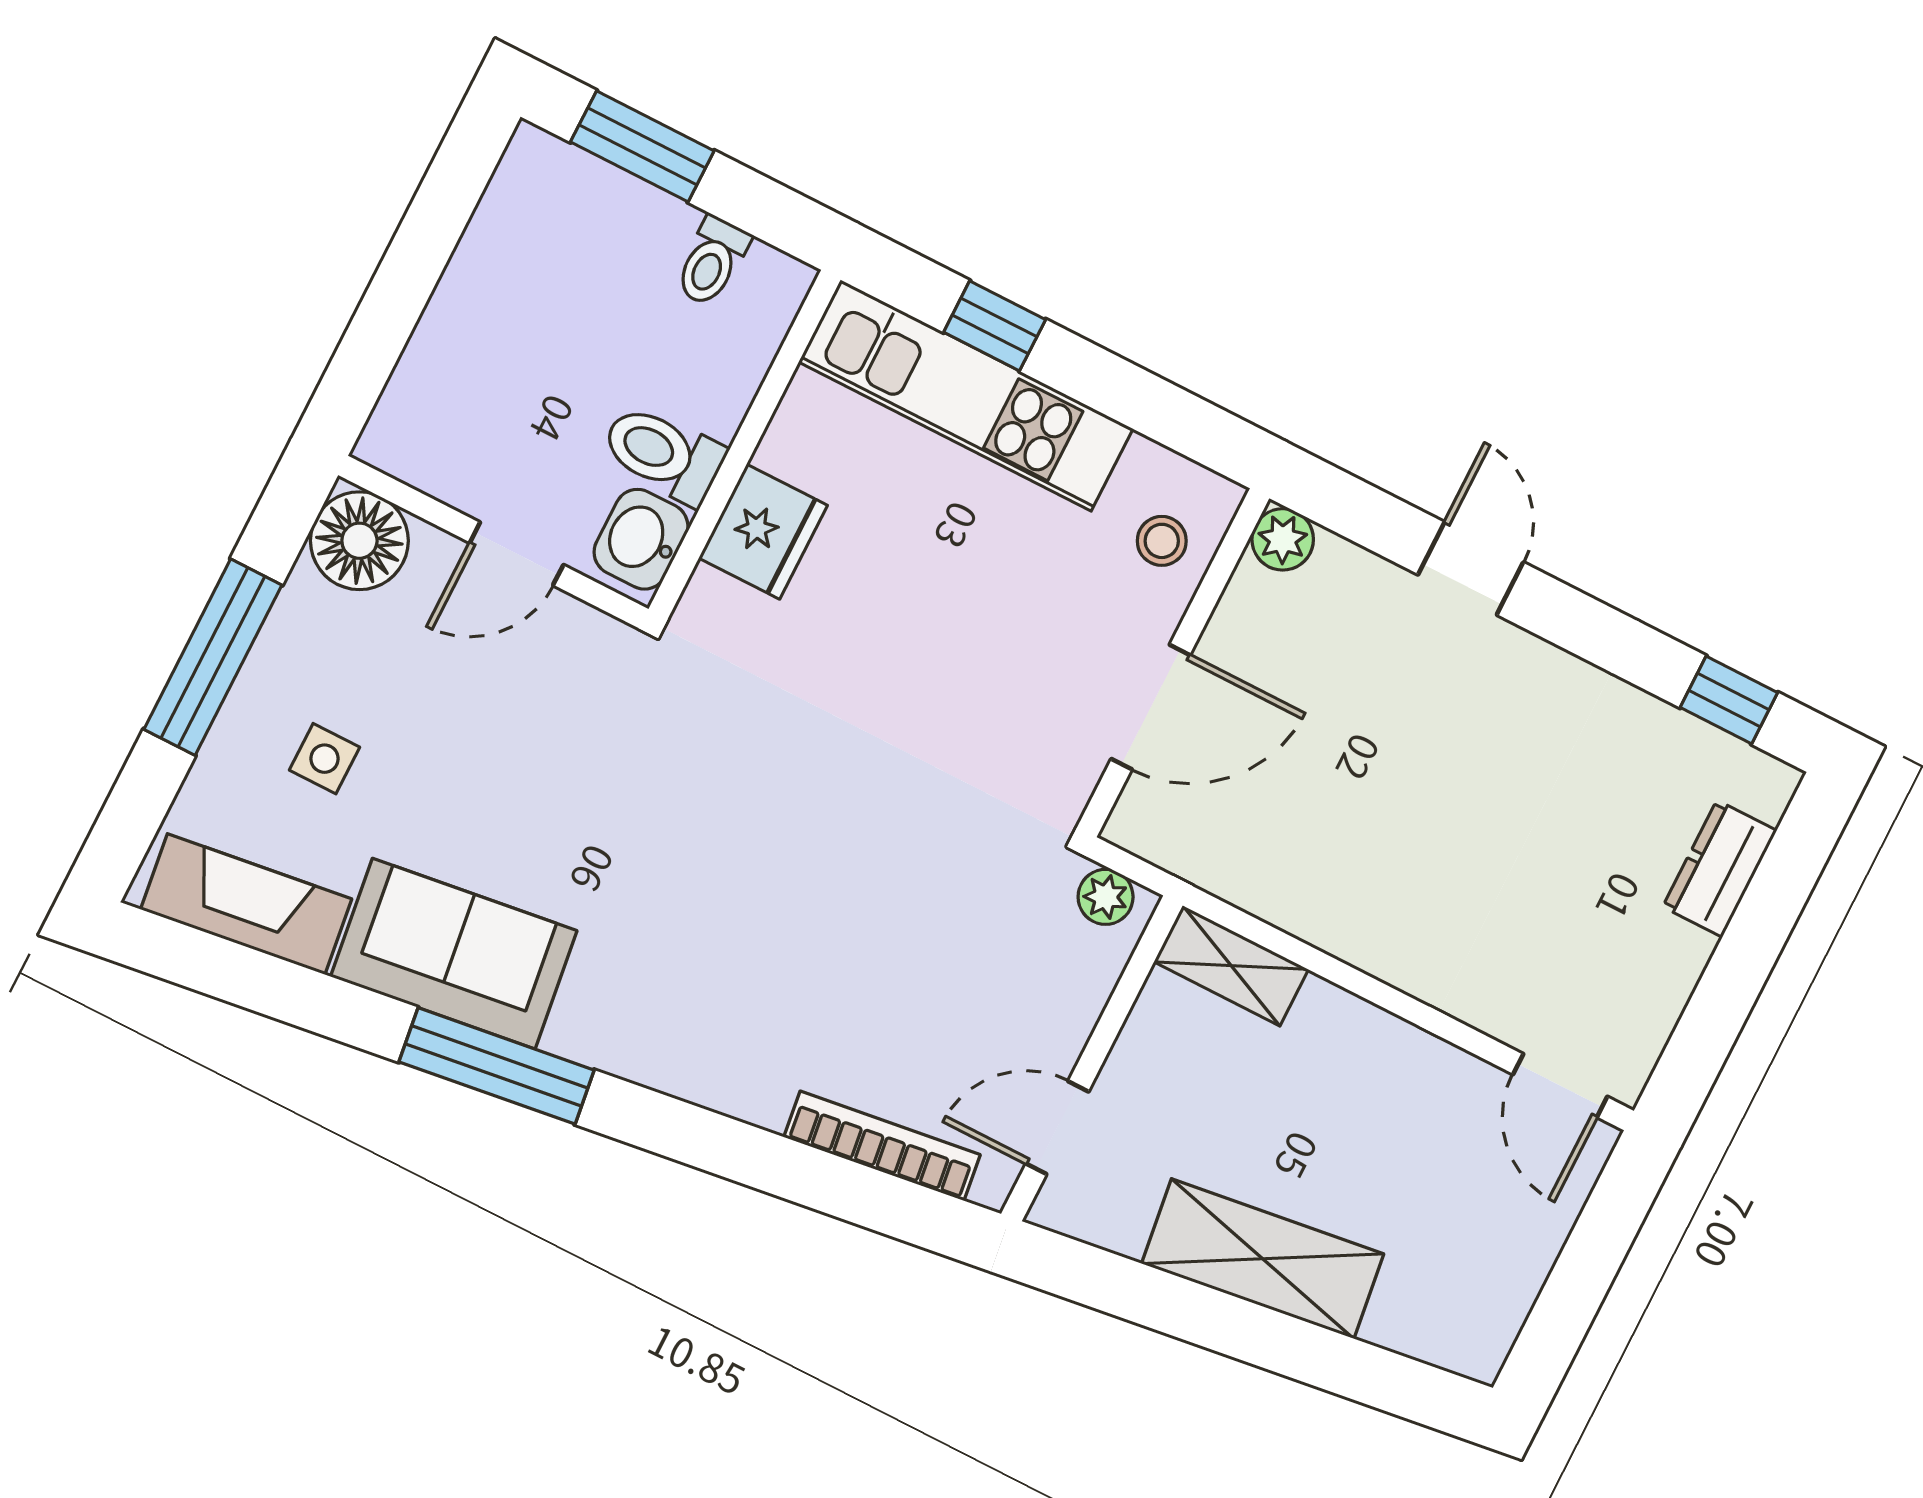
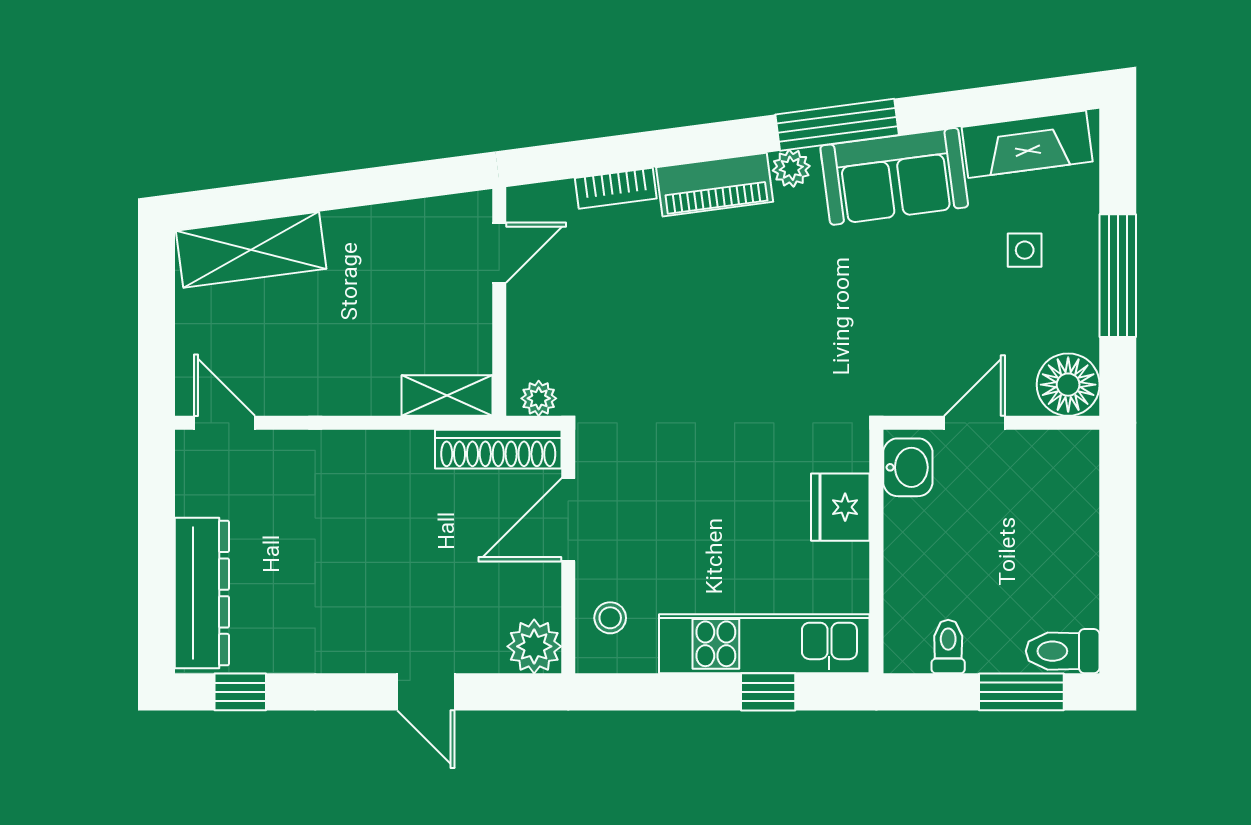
toilet: (663, 454) -> (1063, 651), moved, turned 180
plant: (1283, 539) -> (534, 646), width x1.38, depth x1.38
shoe rack: (1198, 855) -> (498, 449), added
dresser: (1720, 869) -> (202, 593), width x1.96, depth x1.24
plant: (591, 1038) -> (791, 168), added
piano: (709, 1070) -> (715, 185), added
bookcase: (882, 1146) -> (616, 188), width x0.64
shelving: (1263, 1259) -> (251, 250), moved

